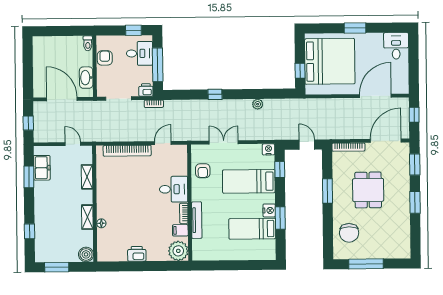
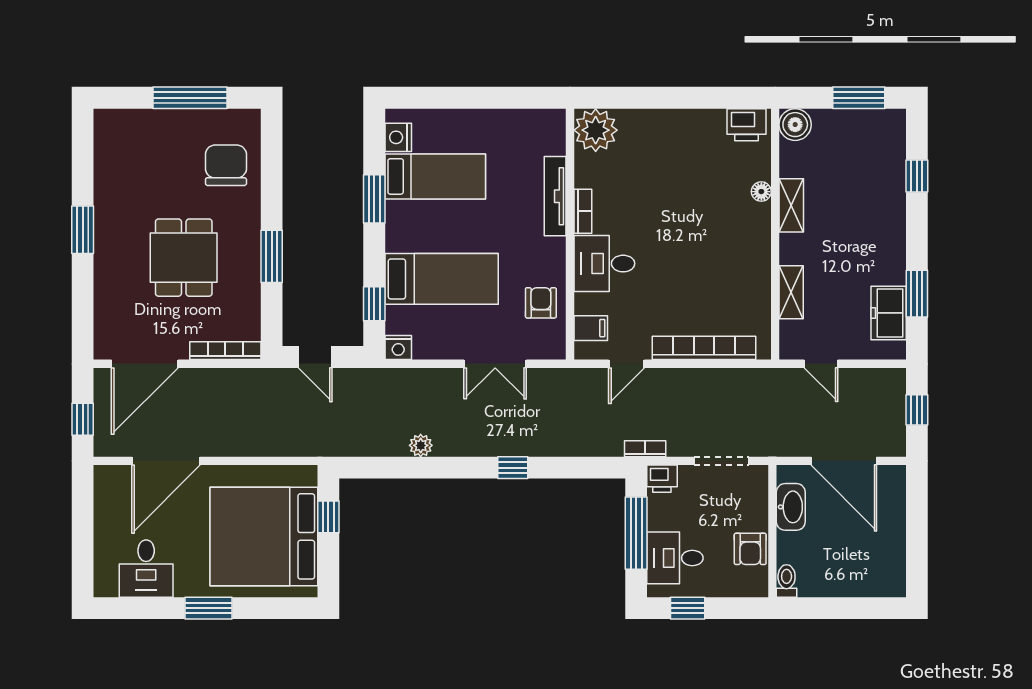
desk: (396, 46) -> (146, 569), moved
window: (415, 164) -> (83, 312), removed
nightstand: (269, 210) -> (398, 137), moved
filing cabinet: (180, 230) -> (591, 328), moved
printer: (137, 254) -> (747, 125), moved

